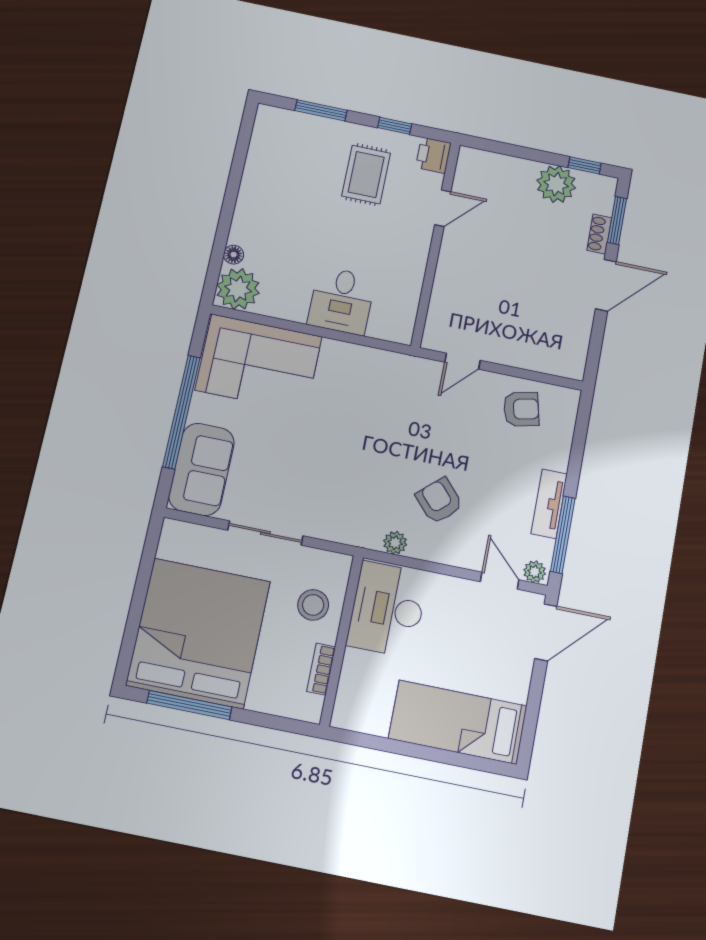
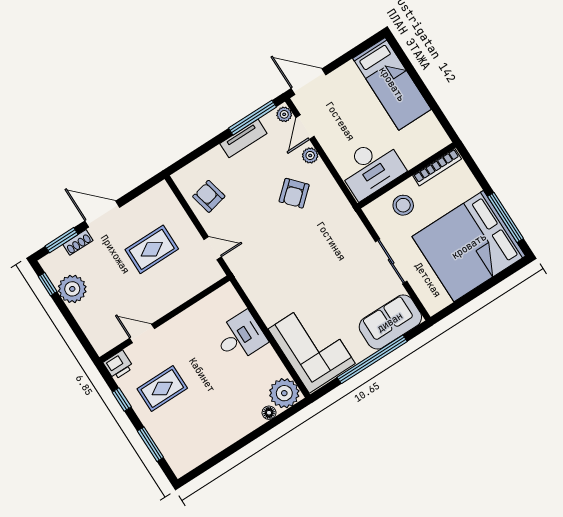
rug: (521, 299) -> (152, 249), added
plant: (395, 543) -> (310, 155), moved
bookcase: (321, 669) -> (437, 167), width x1.56

